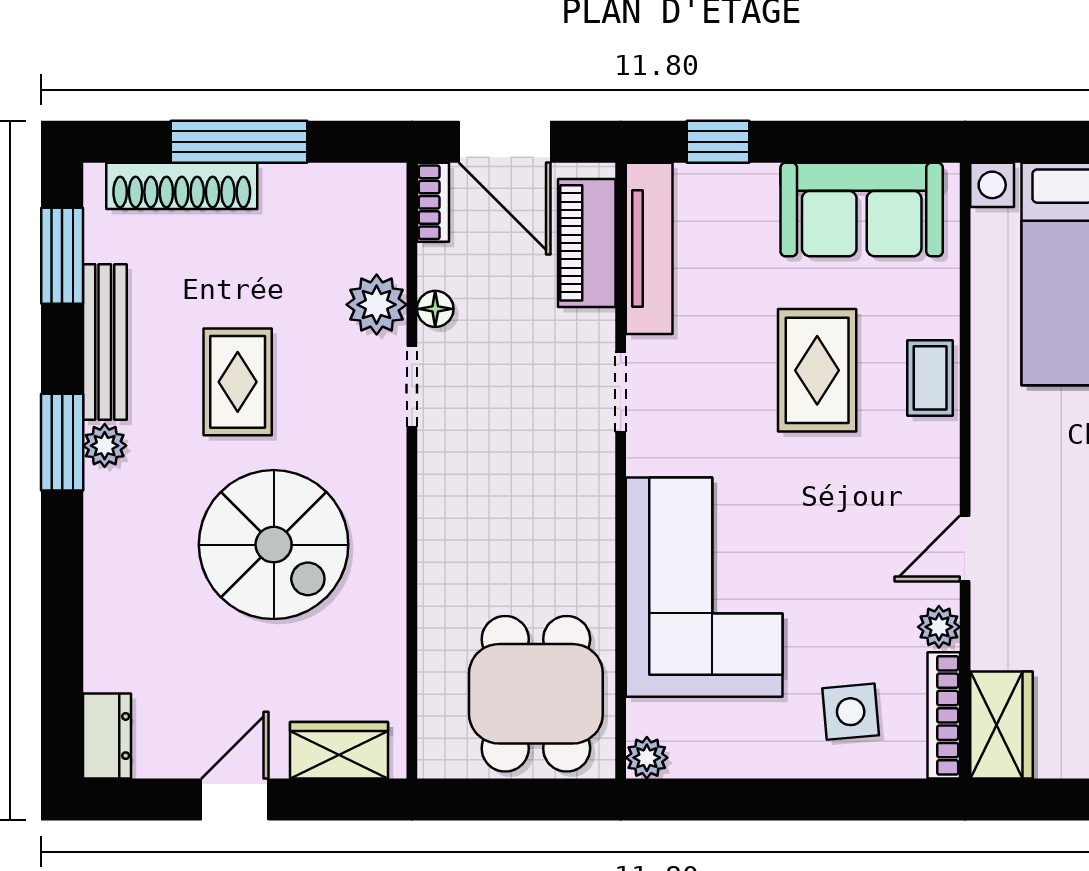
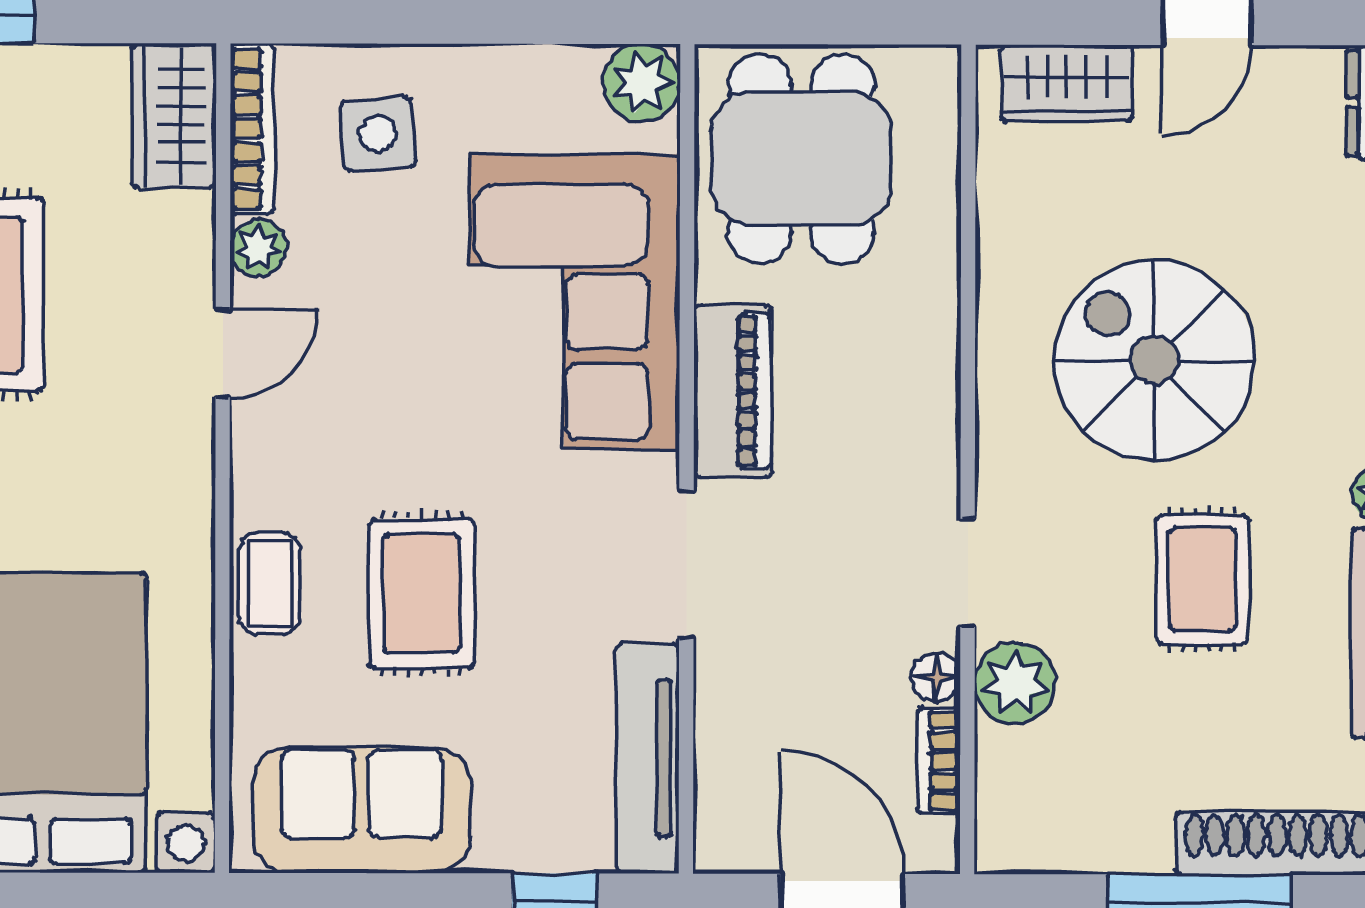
bookcase: (433, 202) -> (939, 761), moved
piano: (587, 243) -> (732, 391), moved
doorway: (621, 392) -> (686, 565), width x1.38
plant: (647, 758) -> (641, 83), width x1.38, depth x1.38

